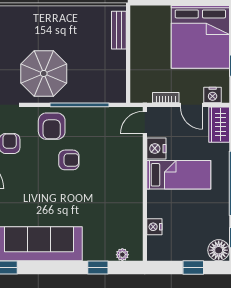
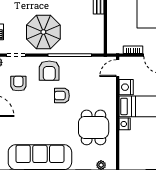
armchair: (69, 160) -> (62, 96), turned 180
dining table: (112, 203) -> (94, 127), added
nightstand: (154, 227) -> (125, 124), moved

